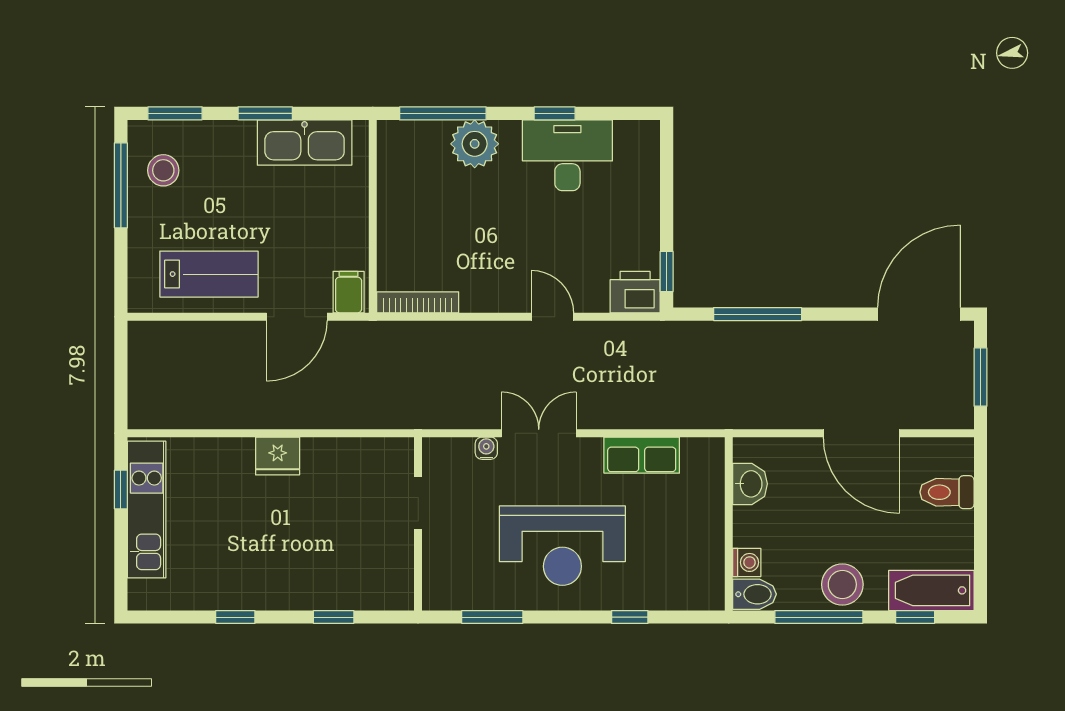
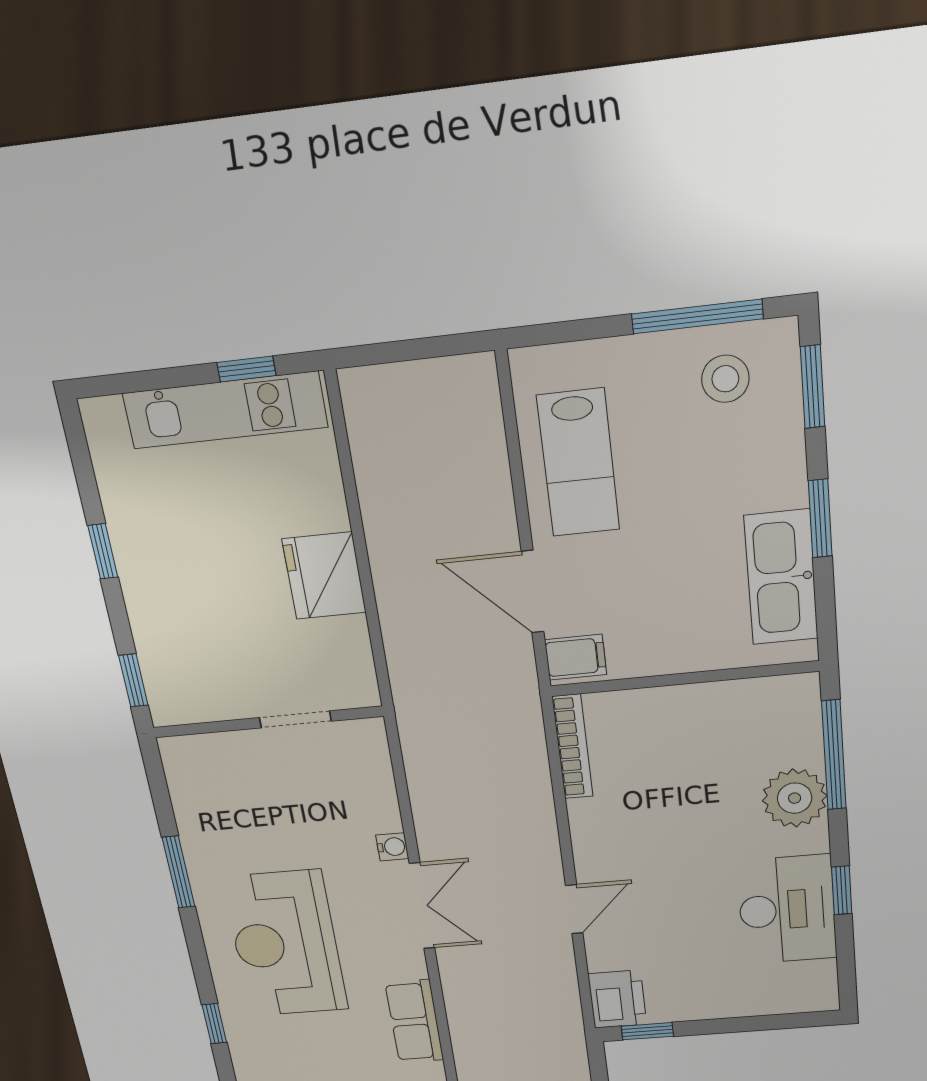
fridge: (278, 456) -> (324, 576), width x1.36, depth x1.34
doorway: (418, 503) -> (295, 719), moved
wall: (418, 524) -> (268, 722), moved

